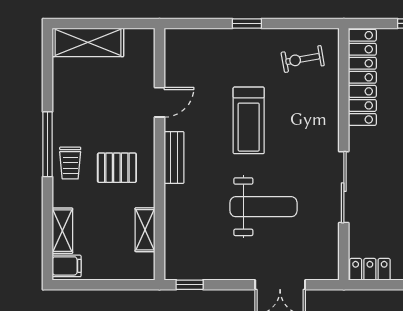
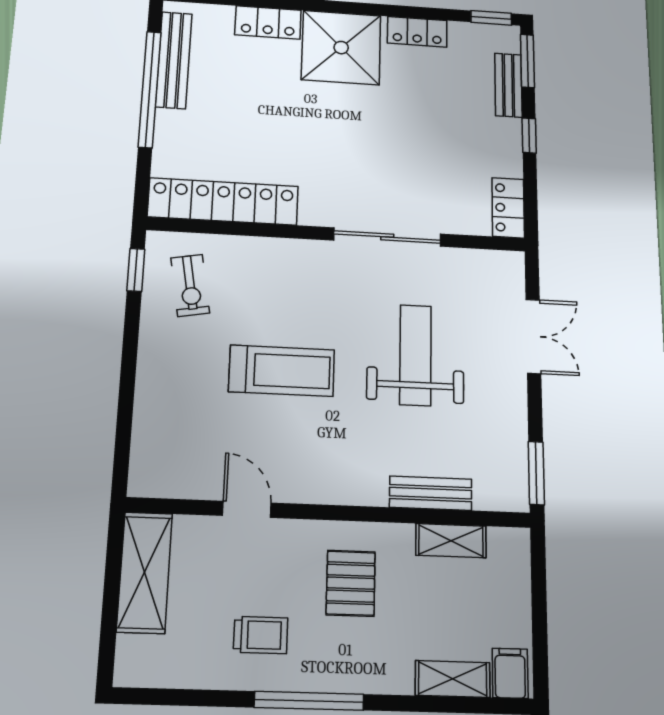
window: (247, 23) -> (136, 270), moved
shelving: (88, 42) -> (145, 572), moved
bench: (174, 157) -> (431, 493), moved
trolley: (70, 163) -> (261, 635), moved
window: (190, 285) -> (536, 473), width x1.50

